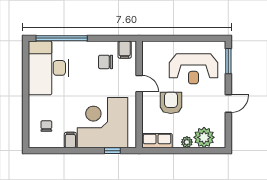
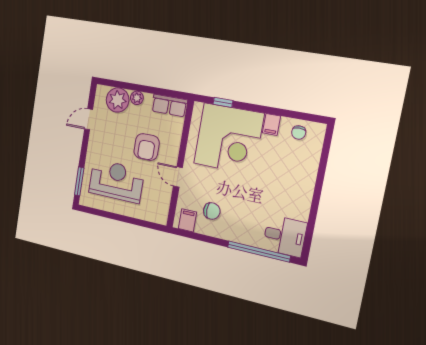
desk: (48, 68) -> (285, 236), width x0.53, depth x0.77
door: (228, 104) -> (89, 119), moved
chair: (46, 126) -> (299, 133), moved

